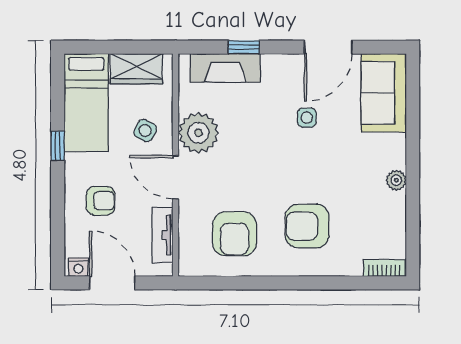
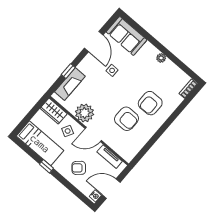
wardrobe: (136, 69) -> (54, 111), moved, turned 90
armchair: (101, 201) -> (79, 168), turned -132
armchair: (234, 234) -> (127, 119), moved

